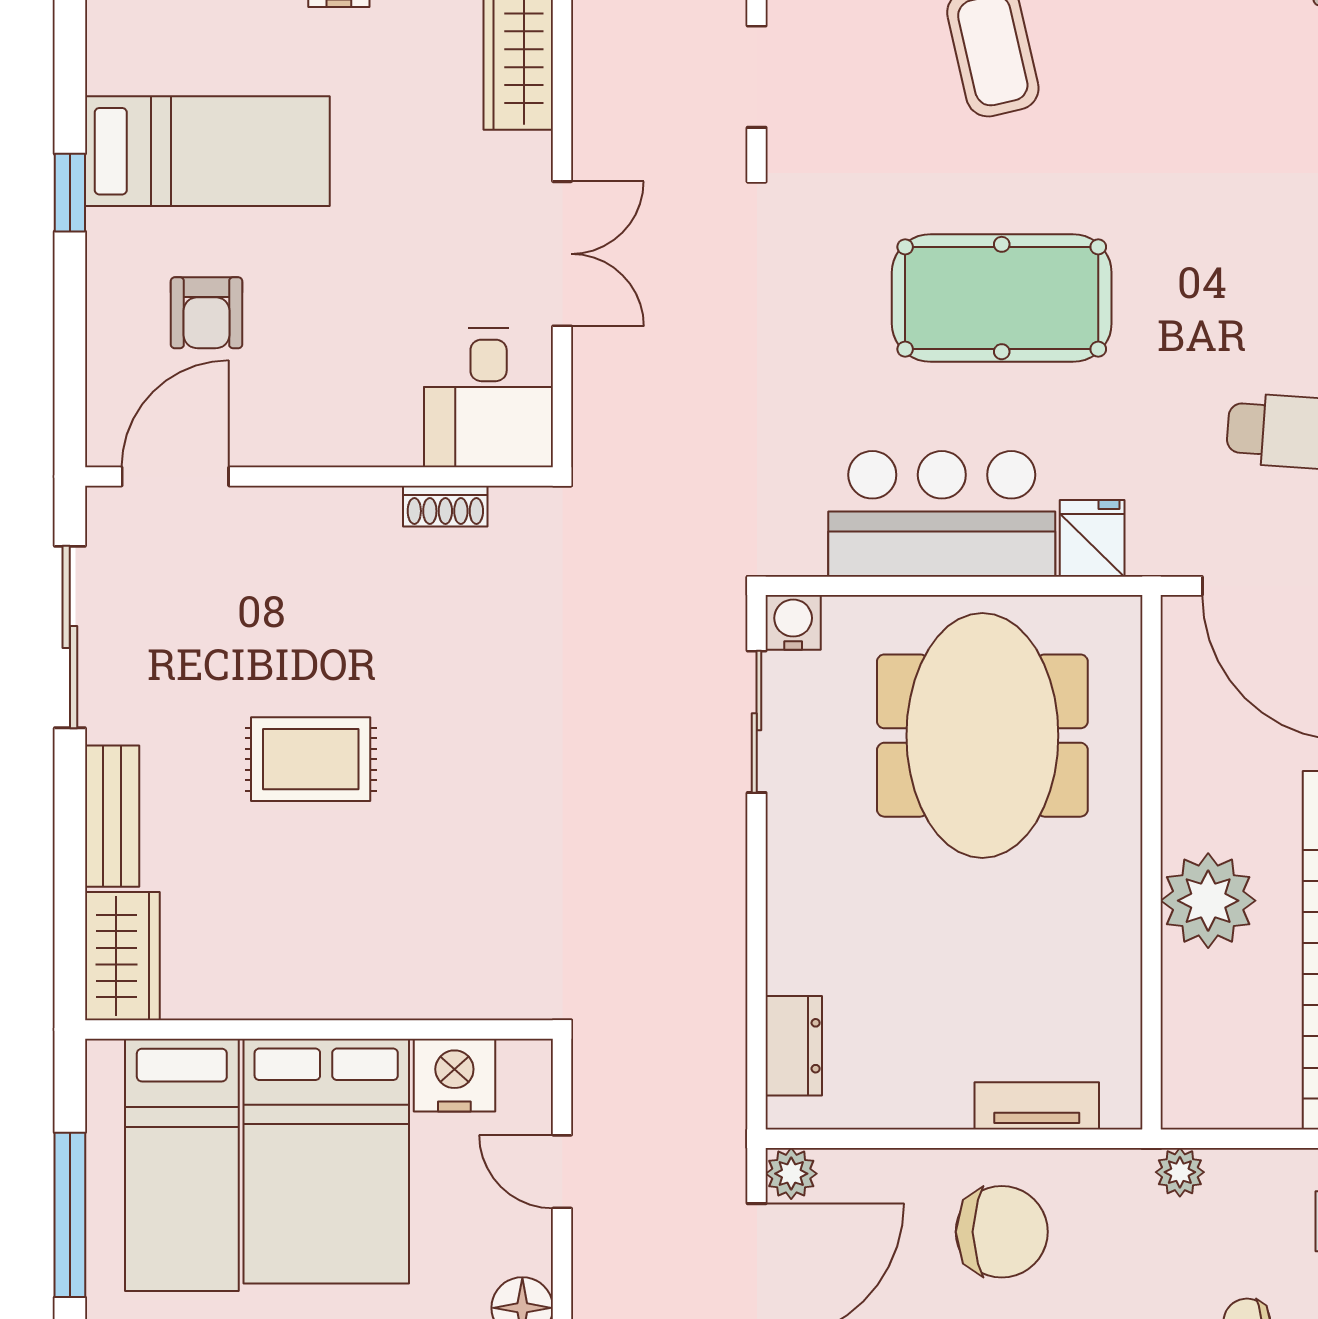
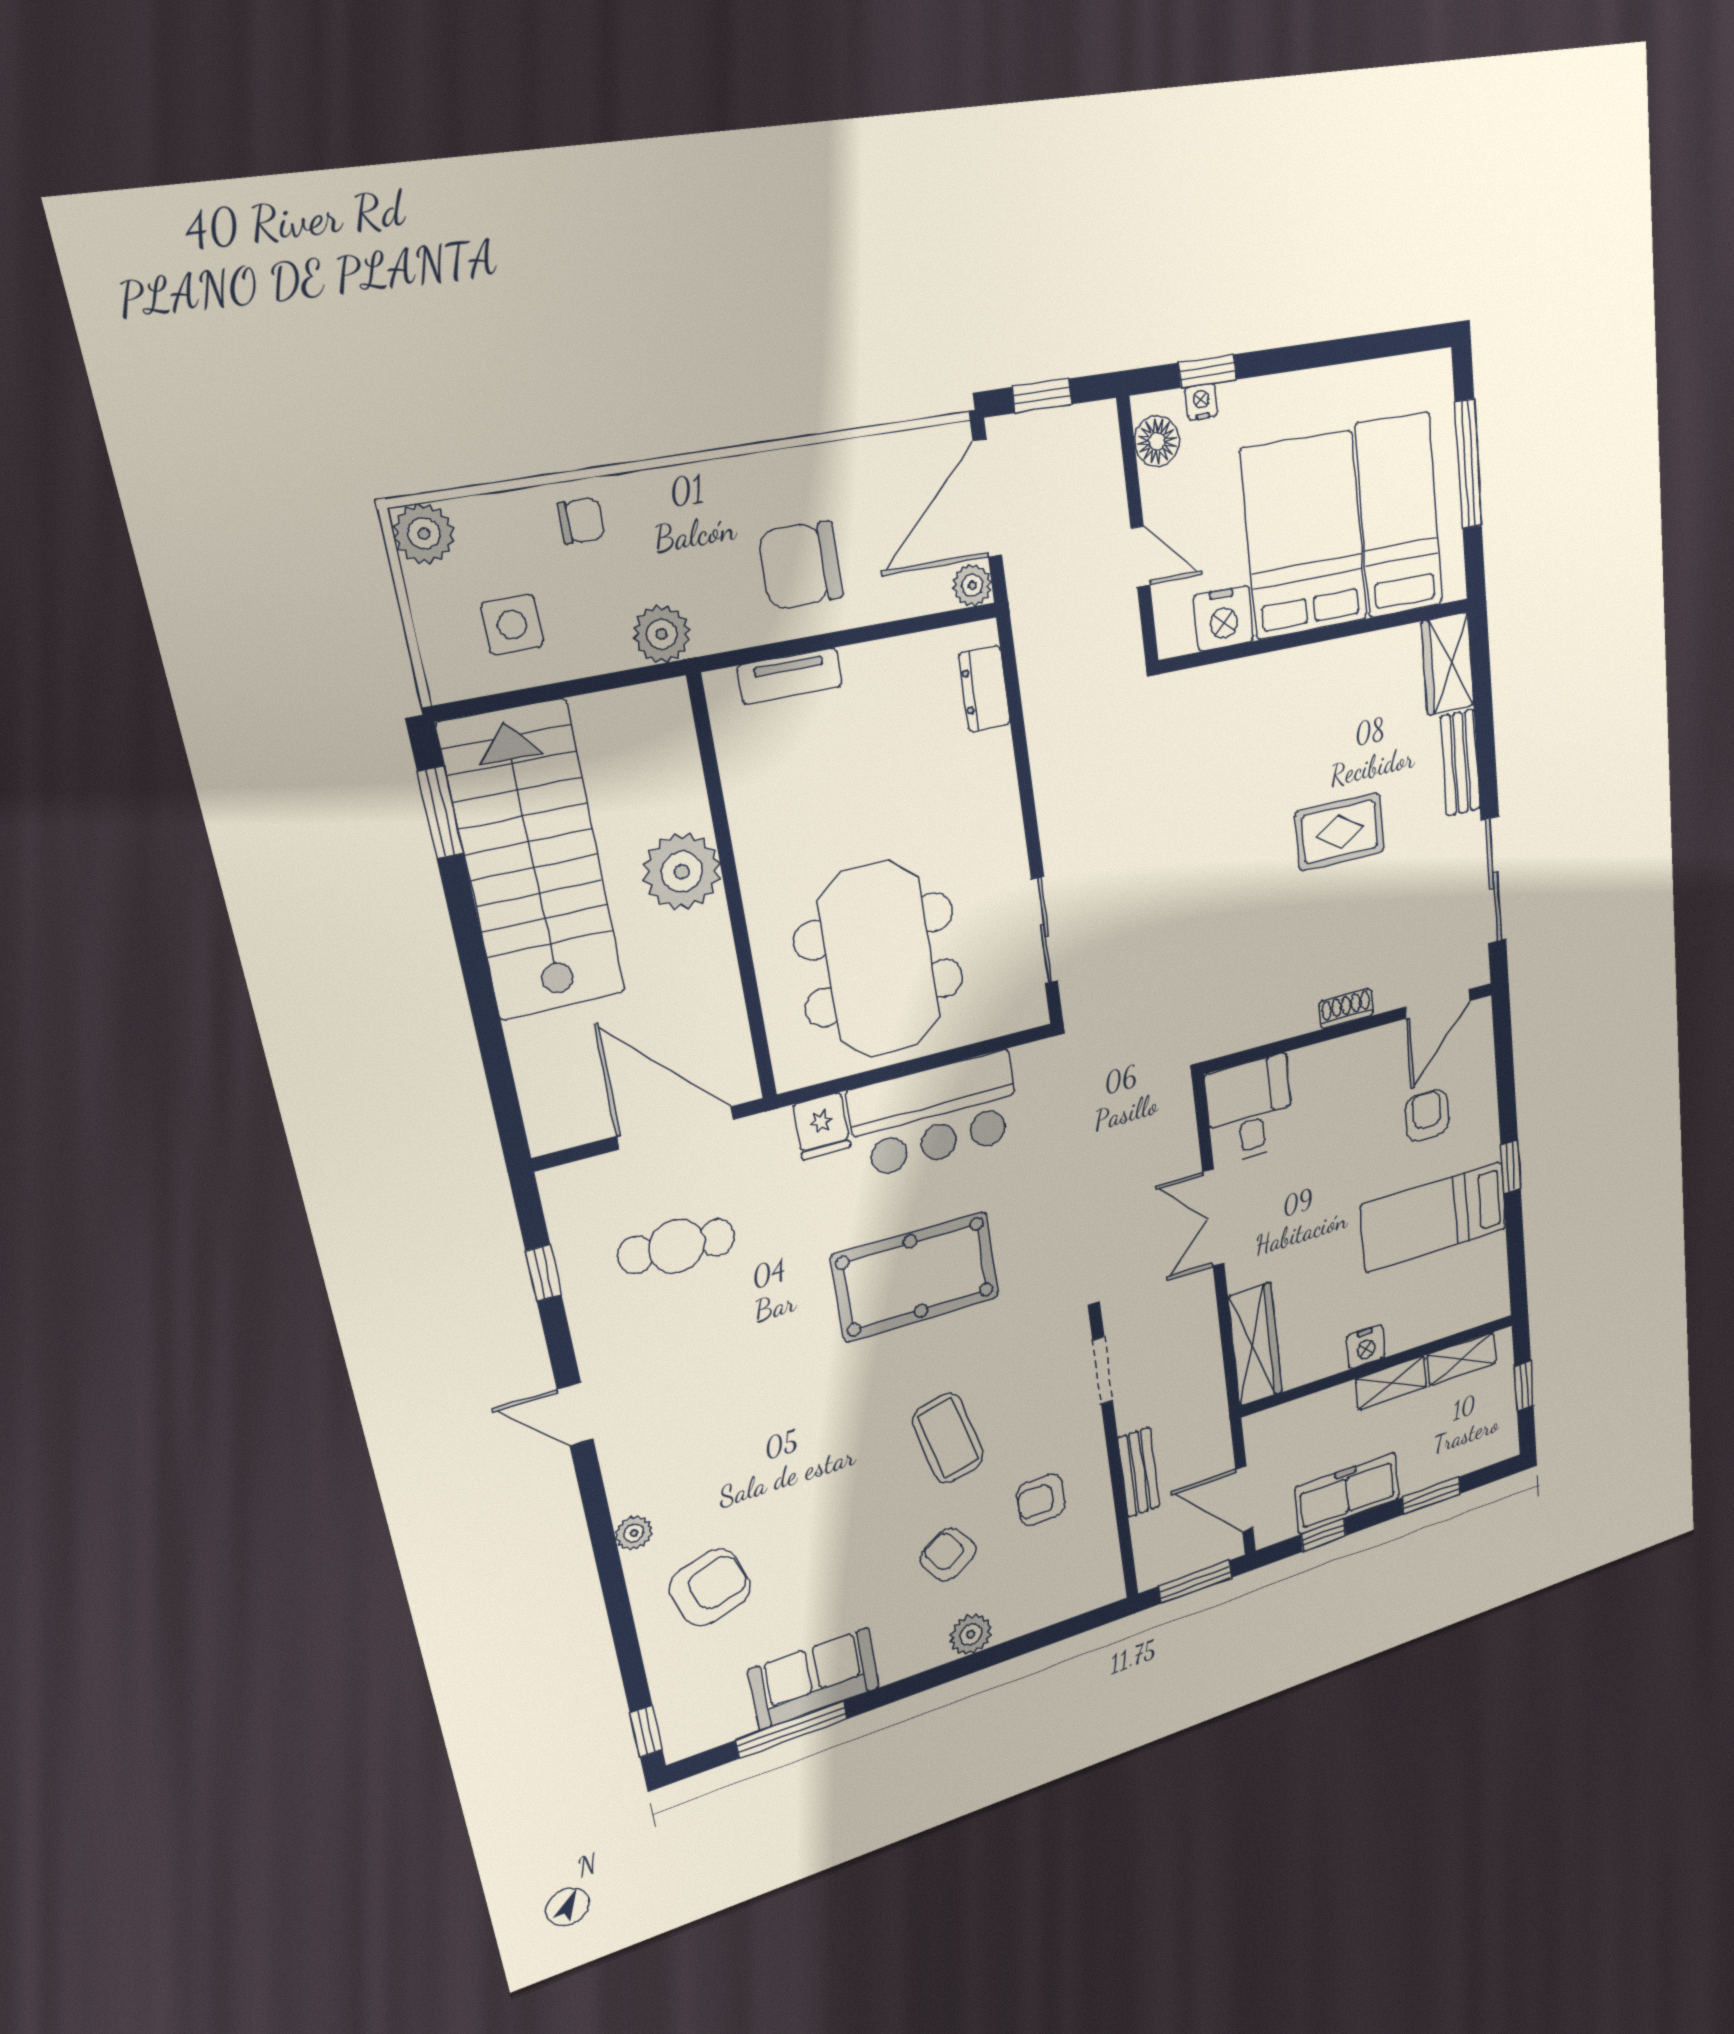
shoe rack: (445, 506) -> (1346, 1009), moved
water cooler: (793, 622) -> (1029, 1009), removed
plant: (1180, 1172) -> (662, 634), width x1.38, depth x1.38

